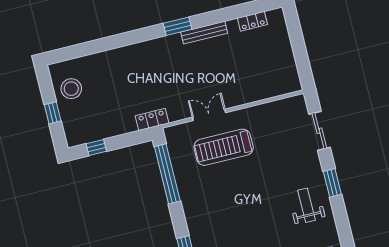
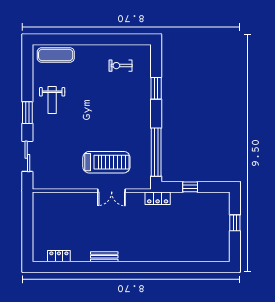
window: (178, 26) -> (119, 267), removed
bench: (204, 33) -> (104, 257), width x0.73
stool: (71, 89) -> (215, 238), removed
window: (96, 148) -> (190, 187), moved

